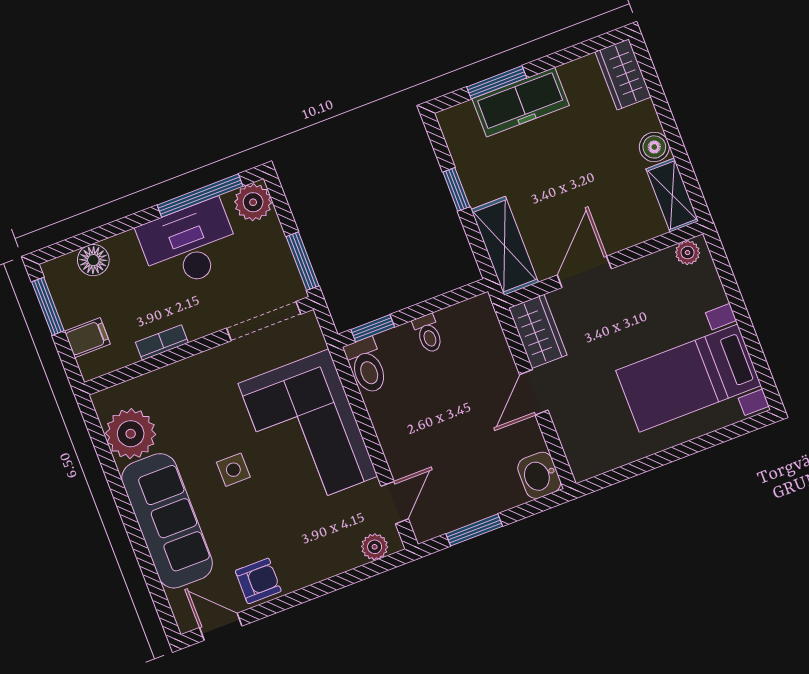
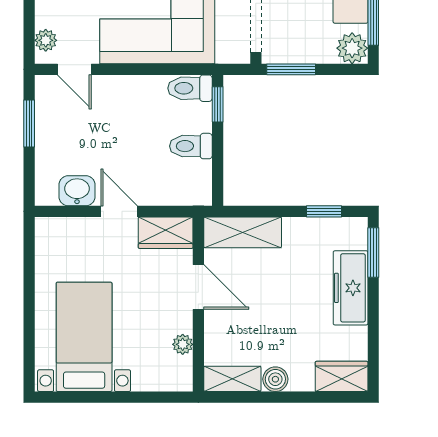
window: (497, 82) -> (373, 252), moved
window: (456, 189) -> (324, 211), moved
plant: (688, 253) -> (183, 344), moved
toilet: (428, 334) -> (191, 146), width x1.37, depth x1.39
washbasin: (539, 475) -> (77, 191), moved

